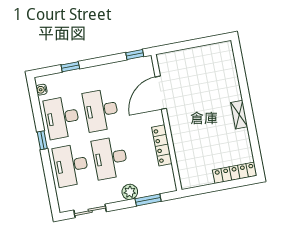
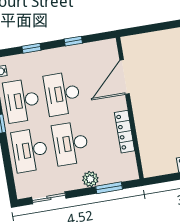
window: (135, 55) -> (73, 41), moved

